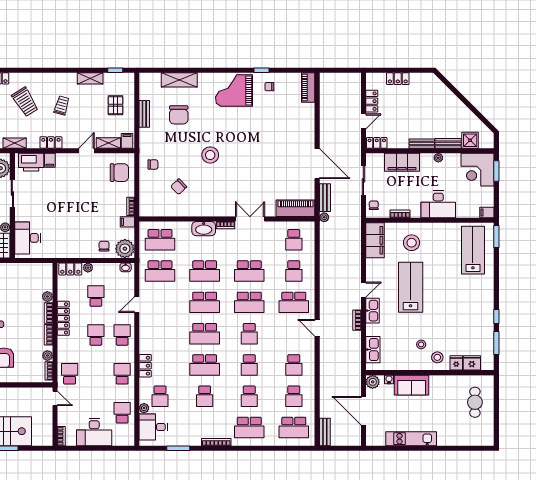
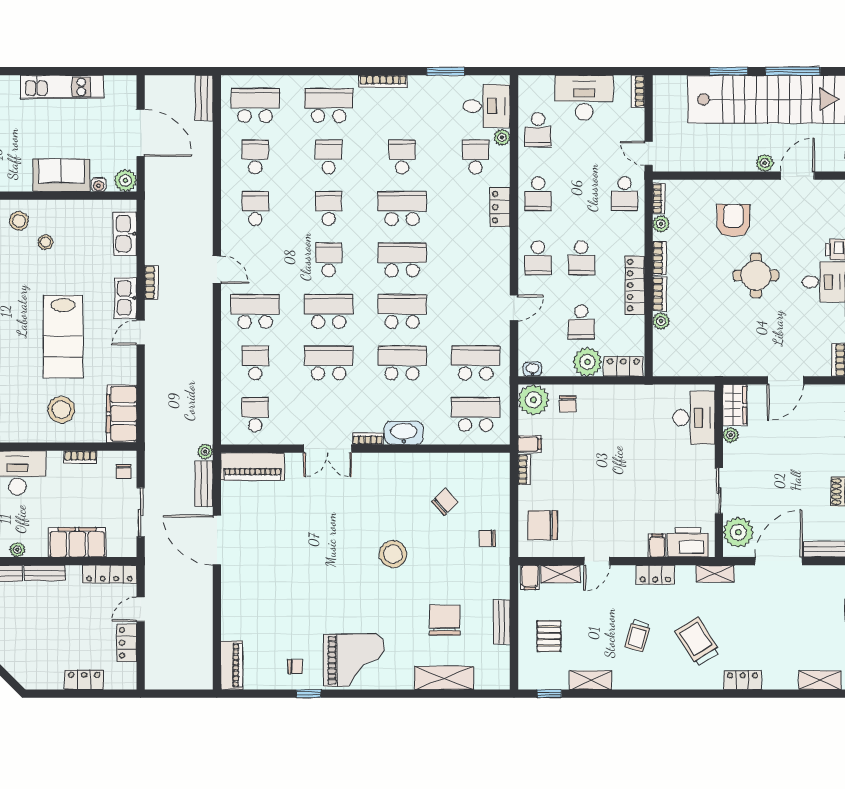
locker: (377, 143) -> (109, 574), width x1.53
plant: (88, 268) -> (587, 362), width x1.88, depth x1.88

